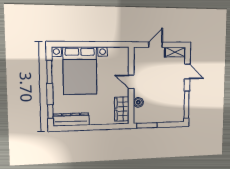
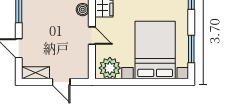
door: (156, 45) -> (61, 82), hinge flipped
plant: (117, 56) -> (110, 68), added

